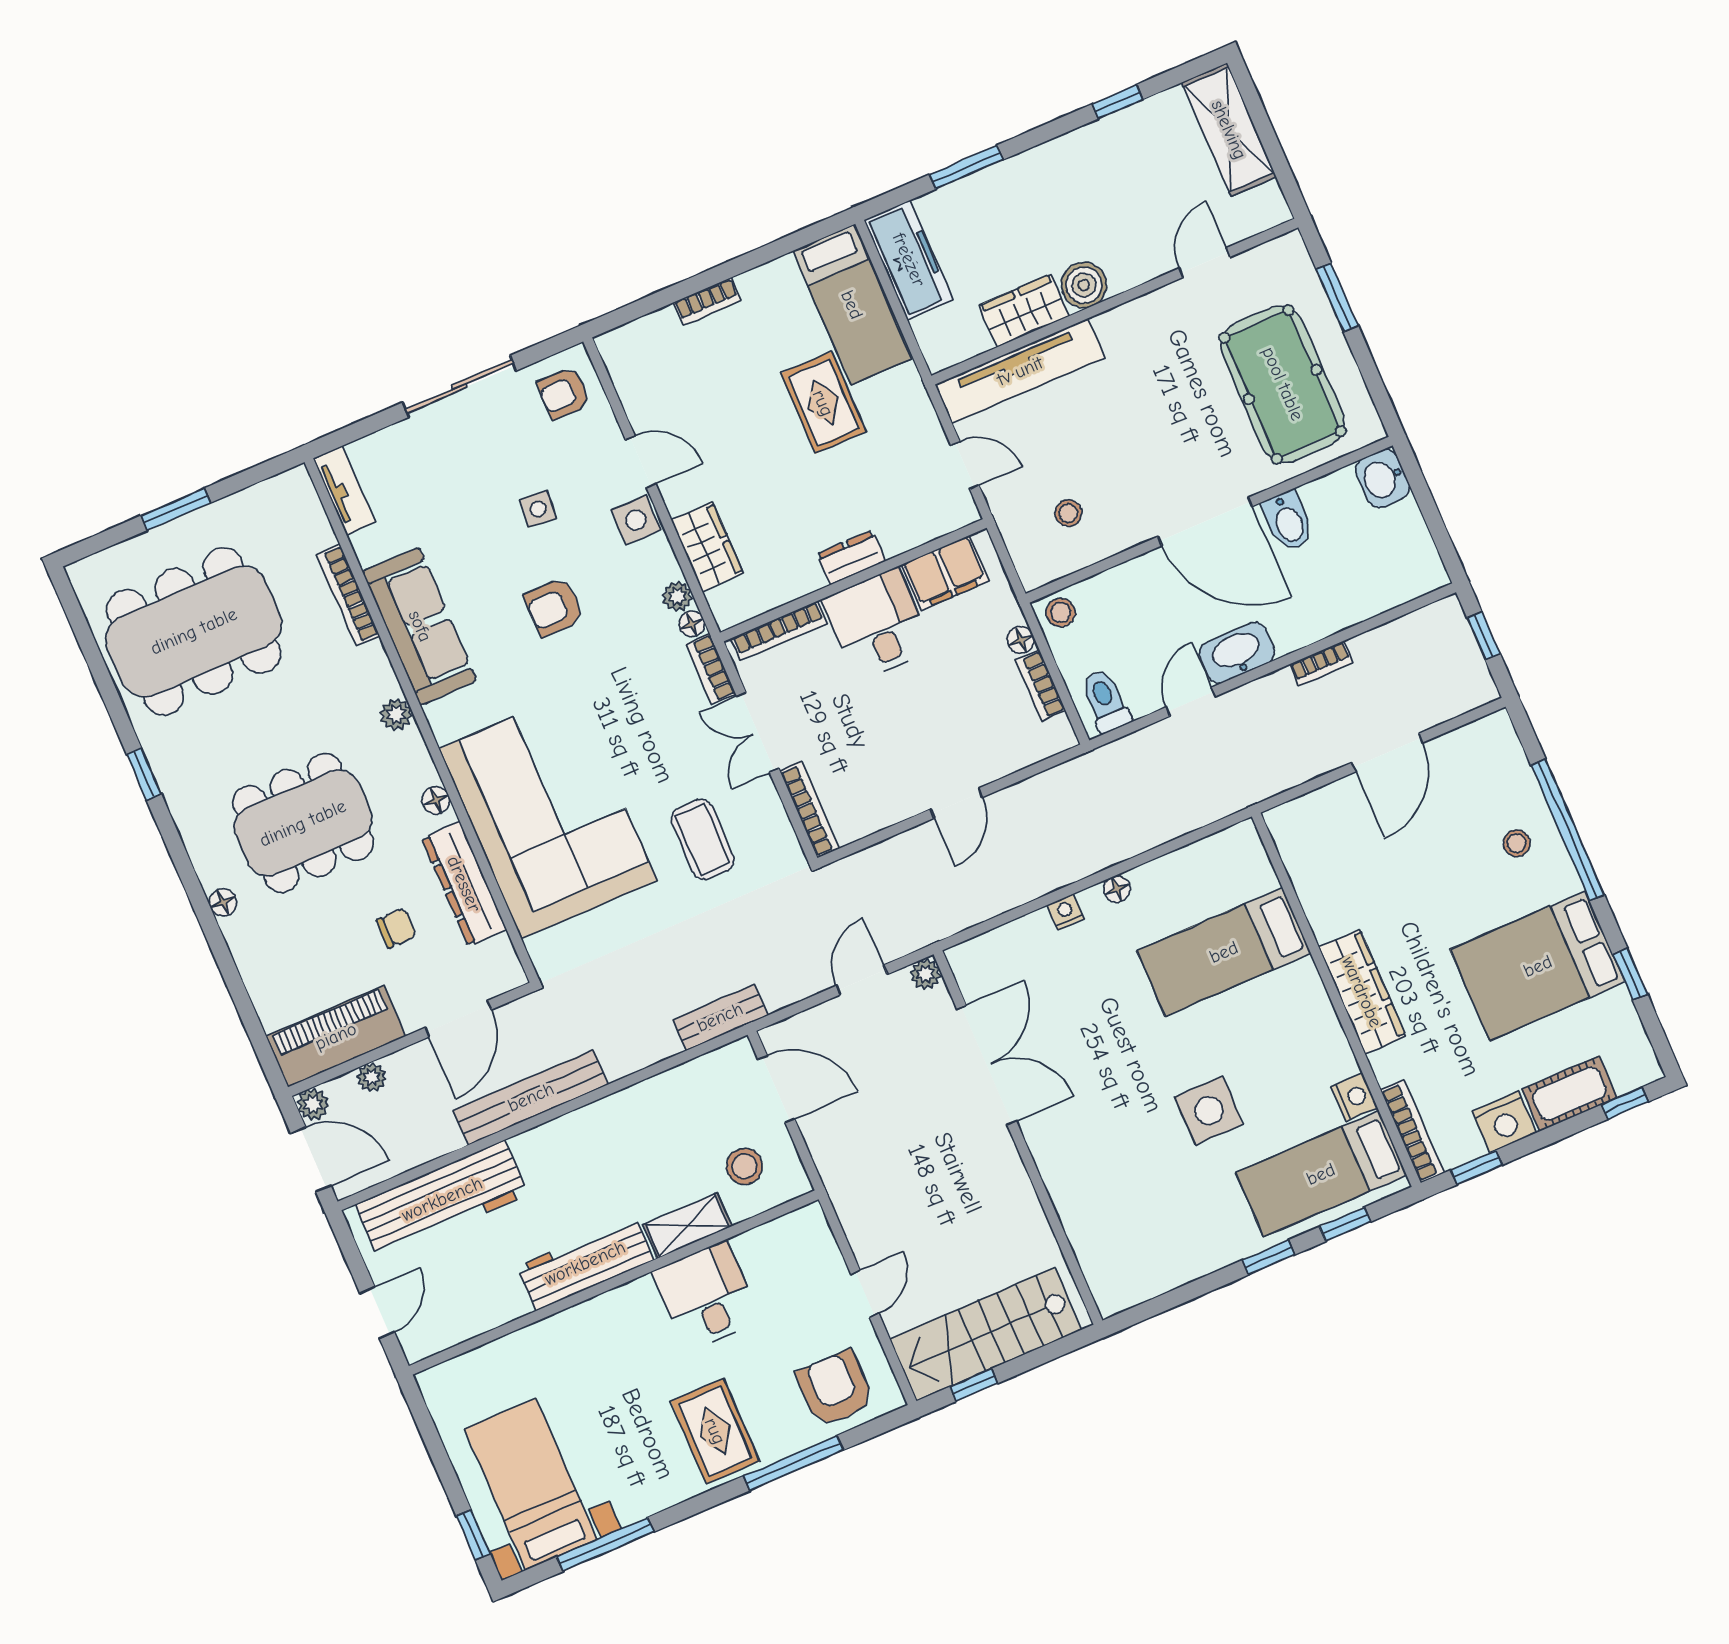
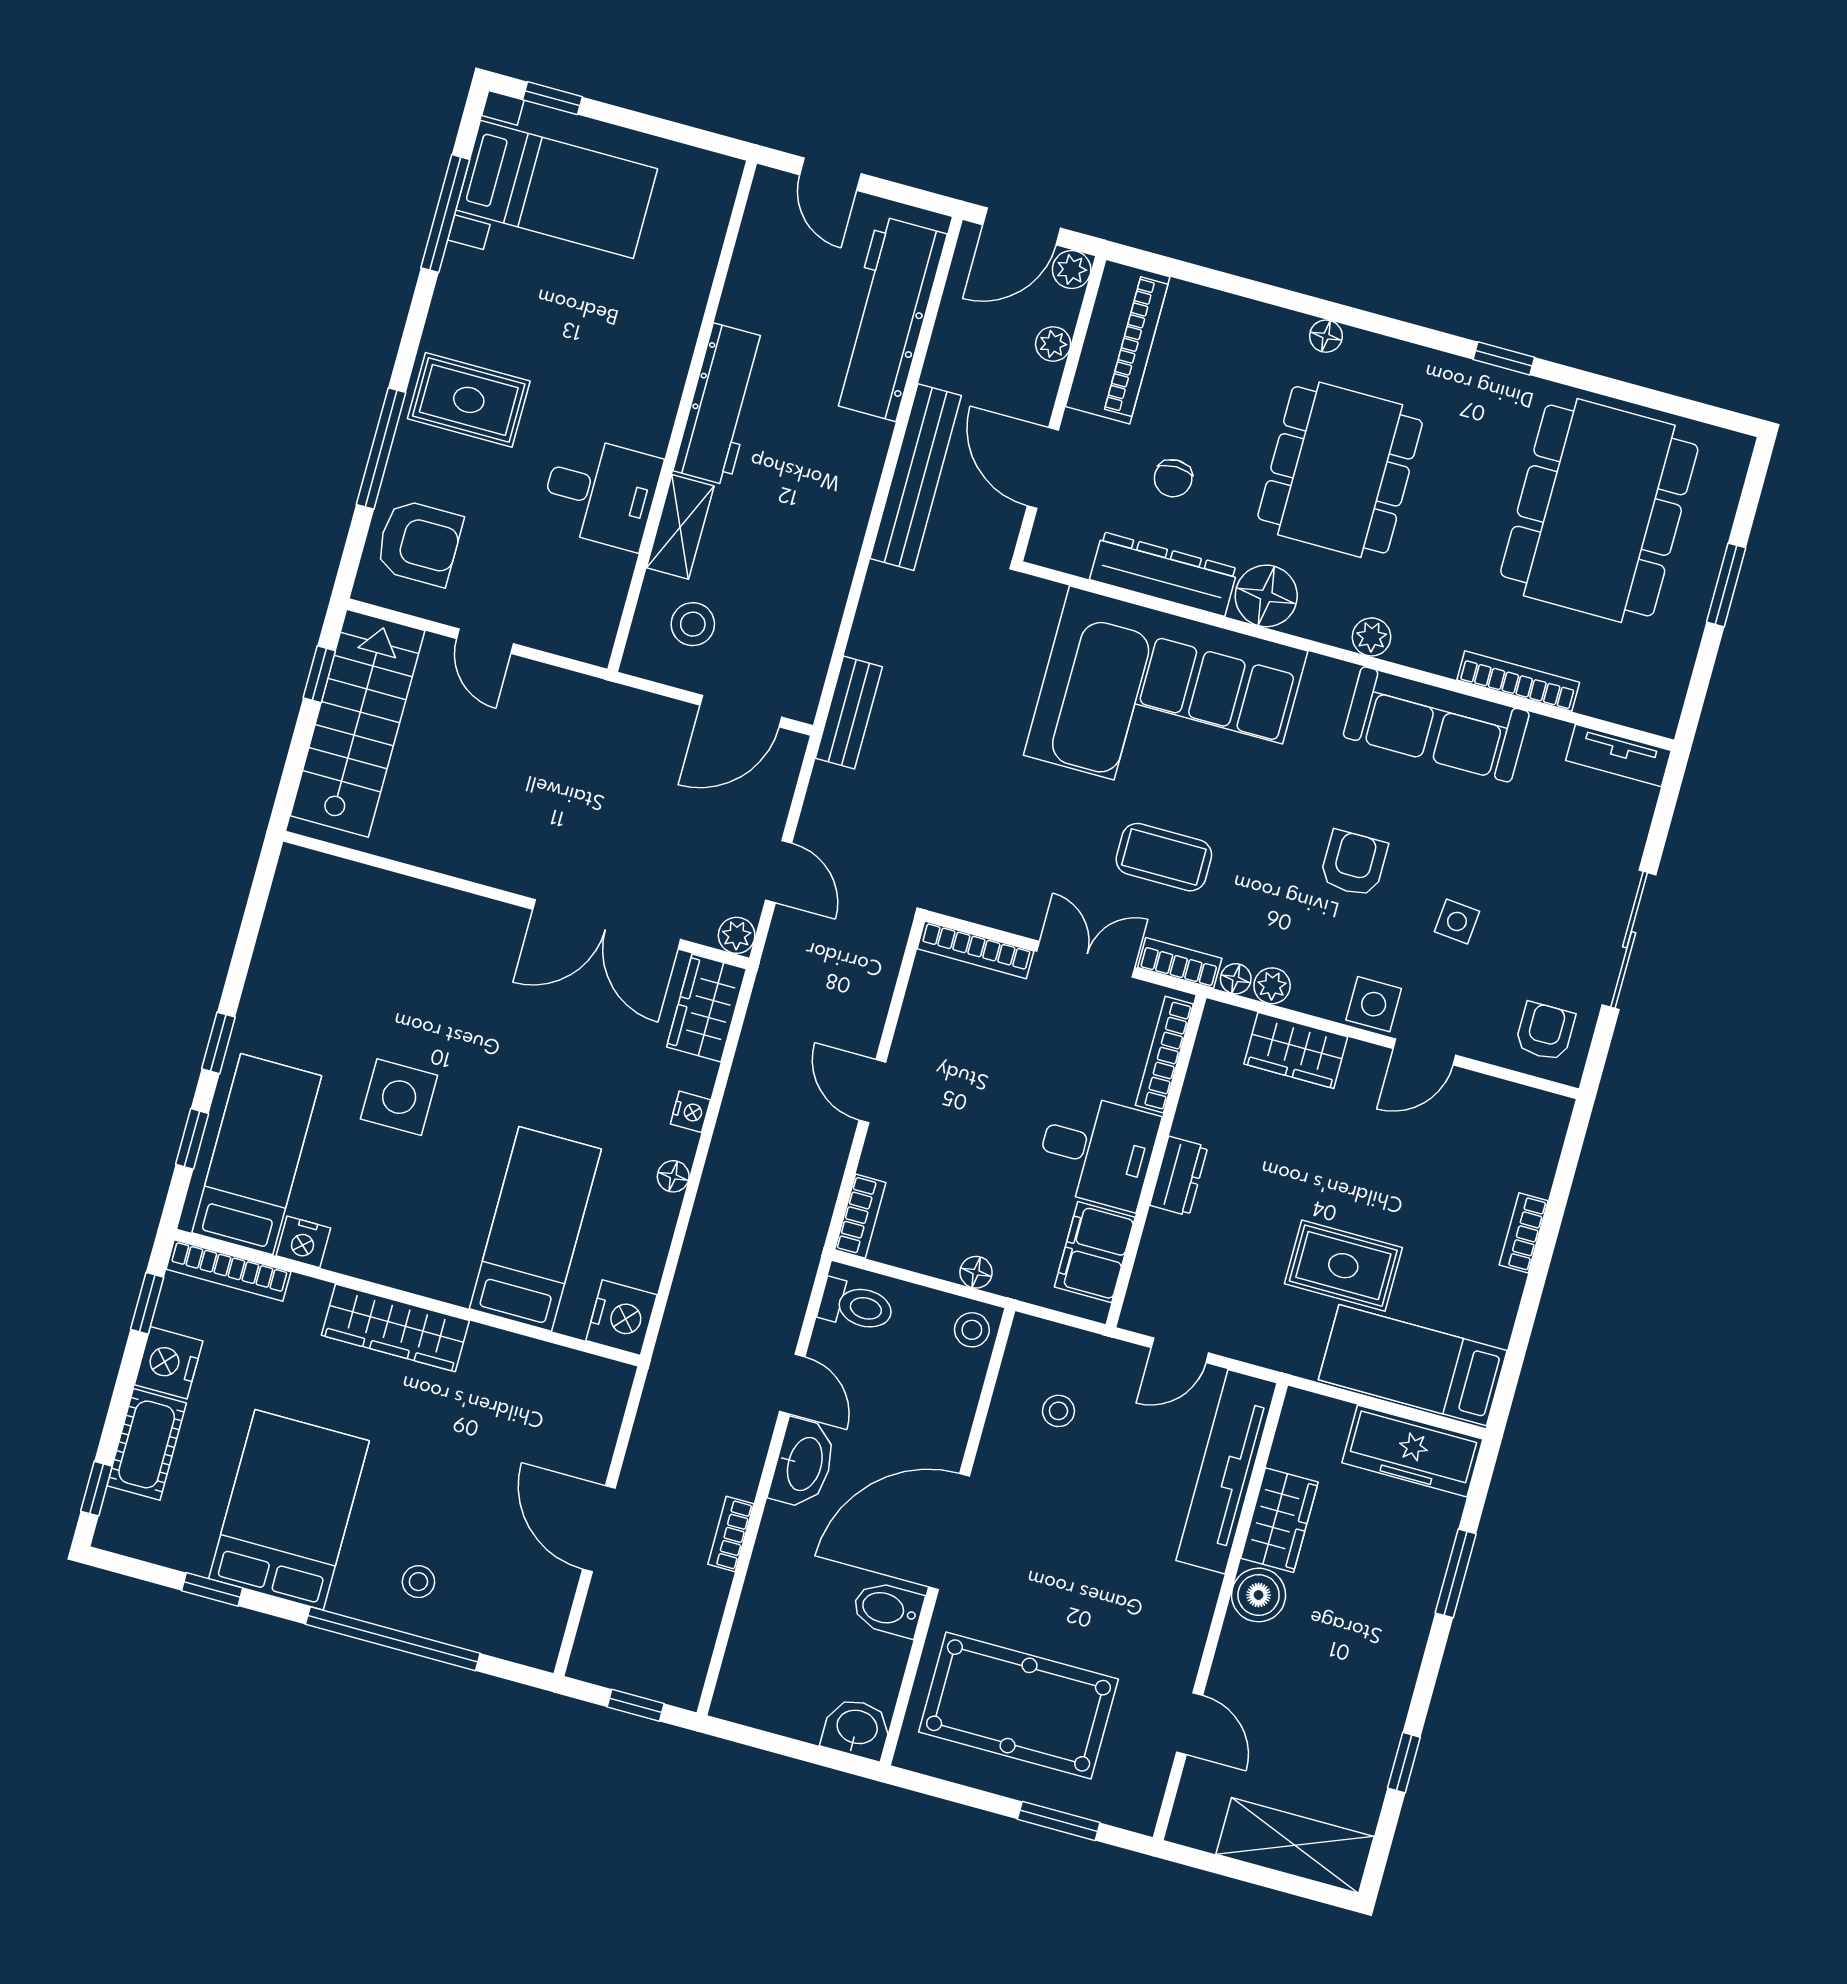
bookcase: (1041, 685) -> (860, 1216), moved, turned 90
floor lamp: (436, 800) -> (1266, 596), width x1.89, depth x1.89
coffee table: (703, 839) -> (1164, 857), moved
nightstand: (1237, 849) -> (621, 1318), added
wardrobe: (989, 956) -> (706, 1008), added

